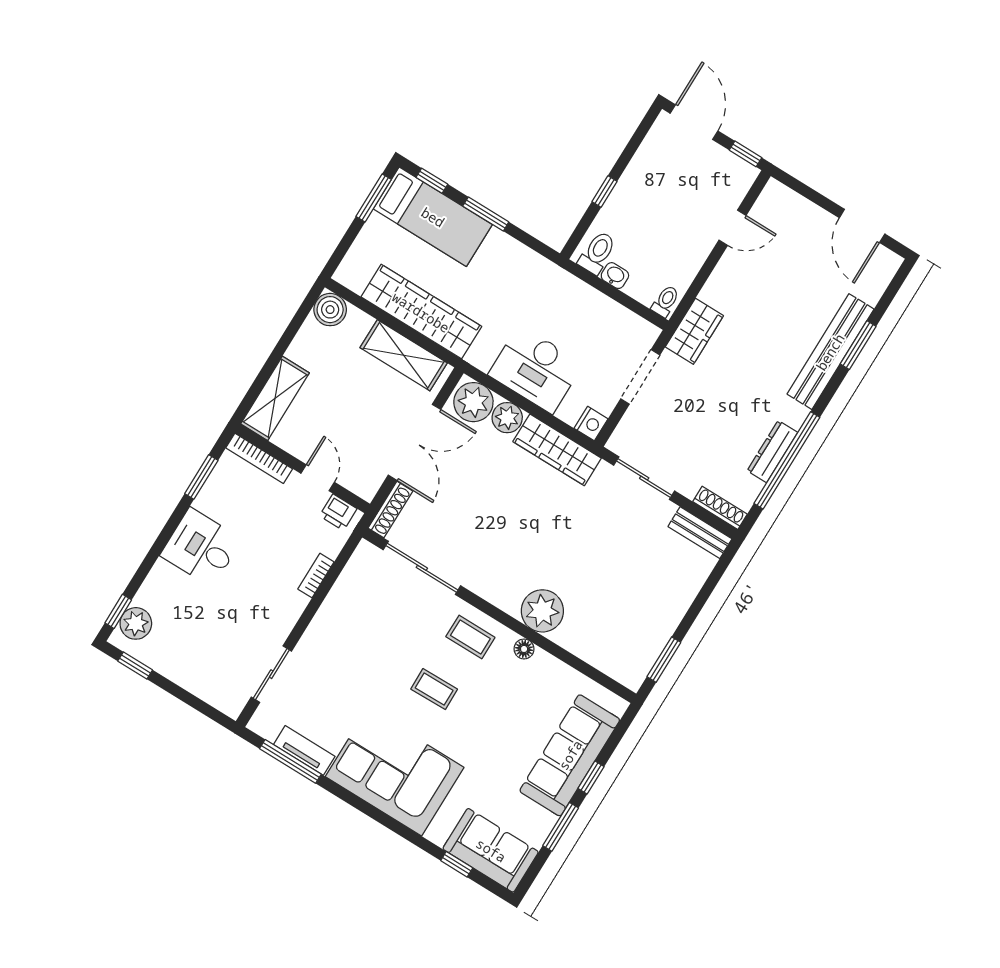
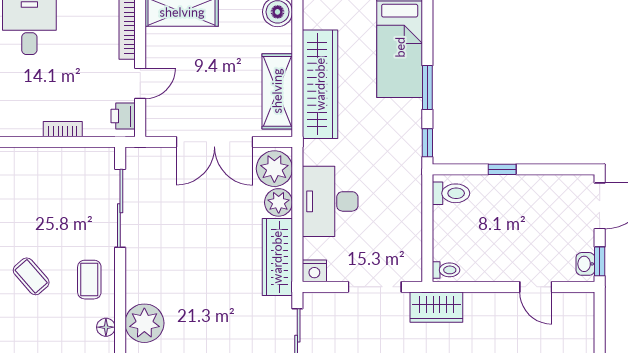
window: (432, 181) -> (427, 143), moved
washbasin: (615, 276) -> (585, 264), moved, turned 180
shoe rack: (390, 510) -> (150, 155), removed
coffee table: (434, 689) -> (31, 276), turned -40

